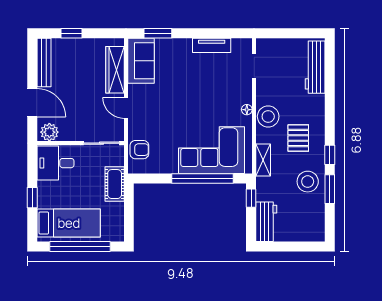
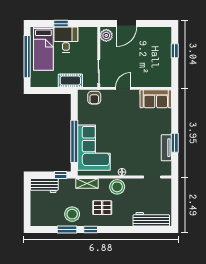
window: (158, 33) -> (175, 143), moved
bench: (44, 62) -> (155, 32), removed
wardrobe: (115, 70) -> (150, 81), removed
desk: (56, 163) -> (66, 40), moved

